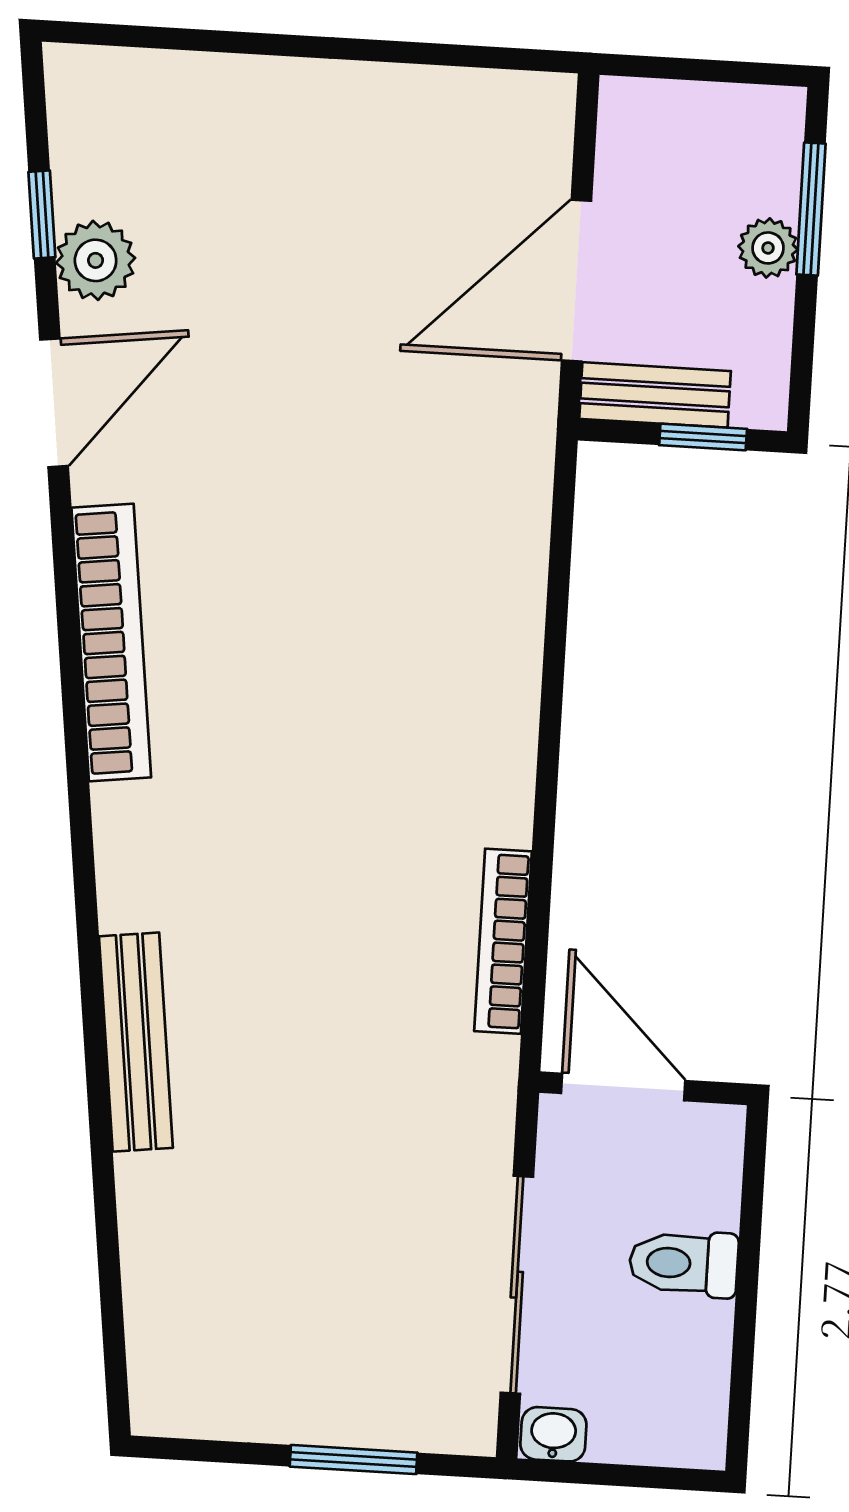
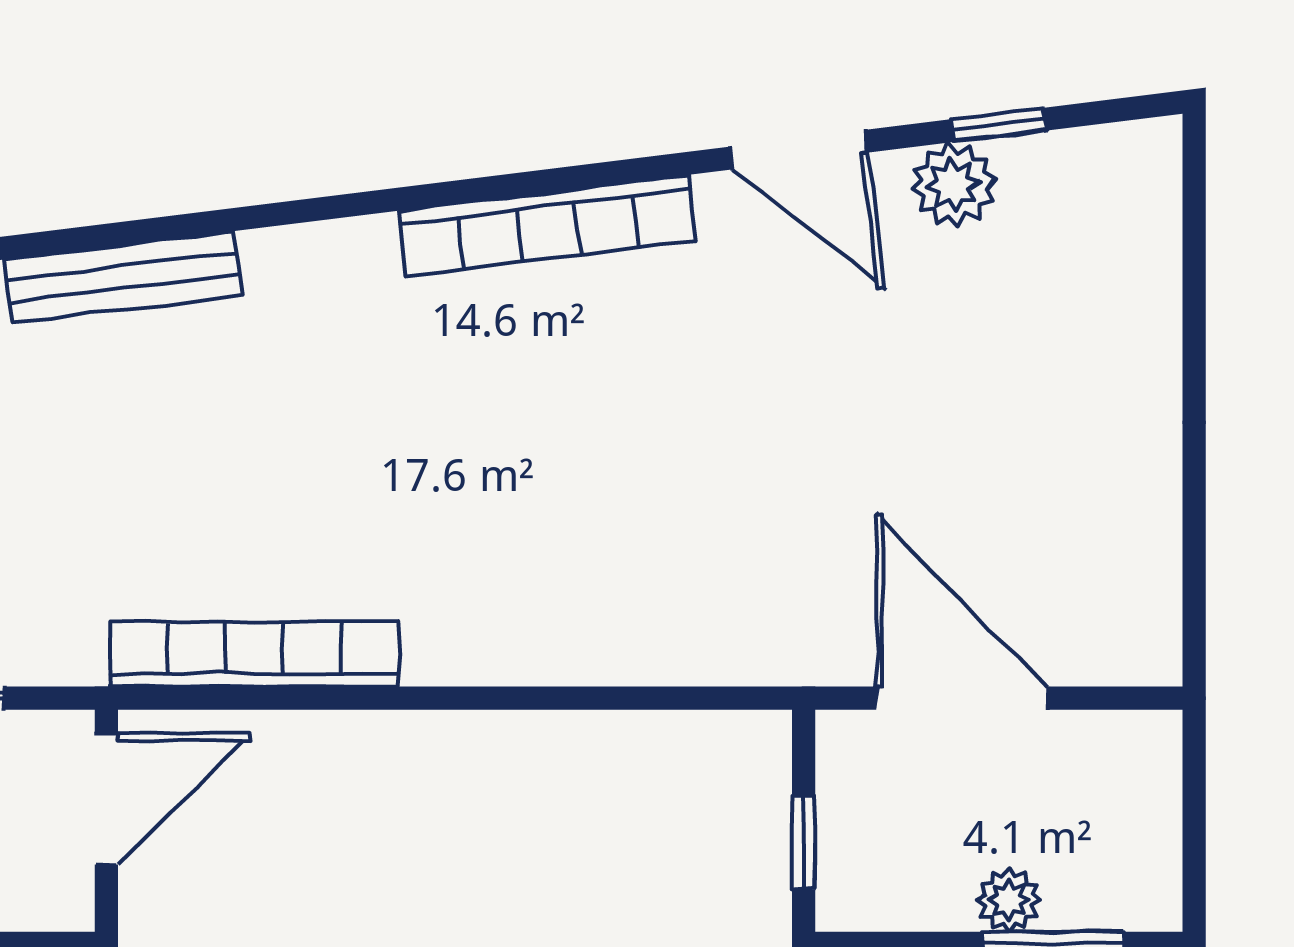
bench: (655, 395) -> (845, 789), removed
bookcase: (503, 941) -> (254, 654), width x1.48, depth x1.31

